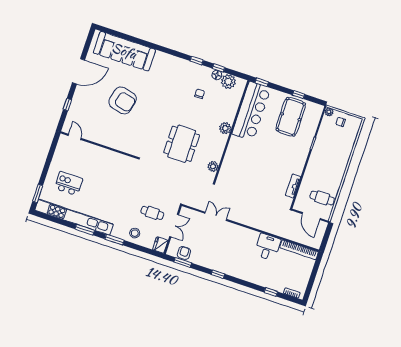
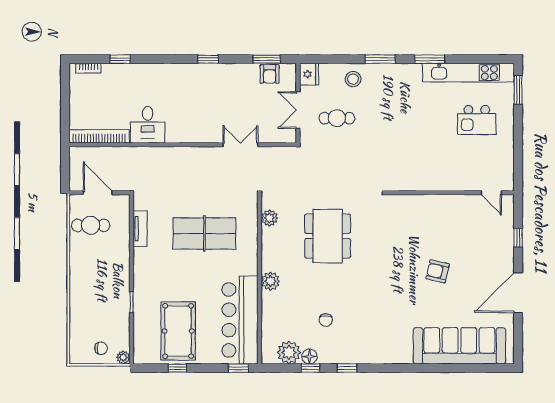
armchair: (123, 100) -> (438, 271), width x0.53, depth x0.53
table tennis table: (255, 170) -> (204, 234), added
double door: (216, 216) -> (240, 145), swing flipped
kitchen unit: (74, 217) -> (468, 73), width x0.73

